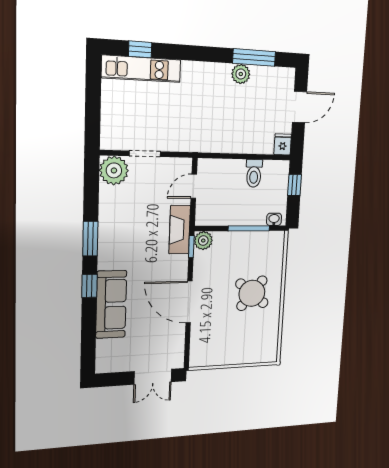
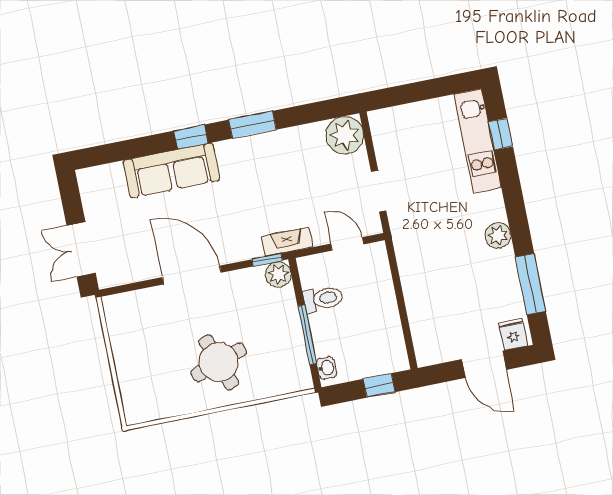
plant: (241, 74) -> (498, 235), moved
fridge: (283, 144) -> (513, 334), moved, turned -90
doorway: (145, 154) -> (379, 191), moved
toilet: (254, 173) -> (323, 299), moved, turned 180
fireplace: (180, 230) -> (287, 242), width x0.73, depth x0.76
round table: (252, 293) -> (219, 362), turned 32
door: (189, 302) -> (192, 275), hinge flipped

